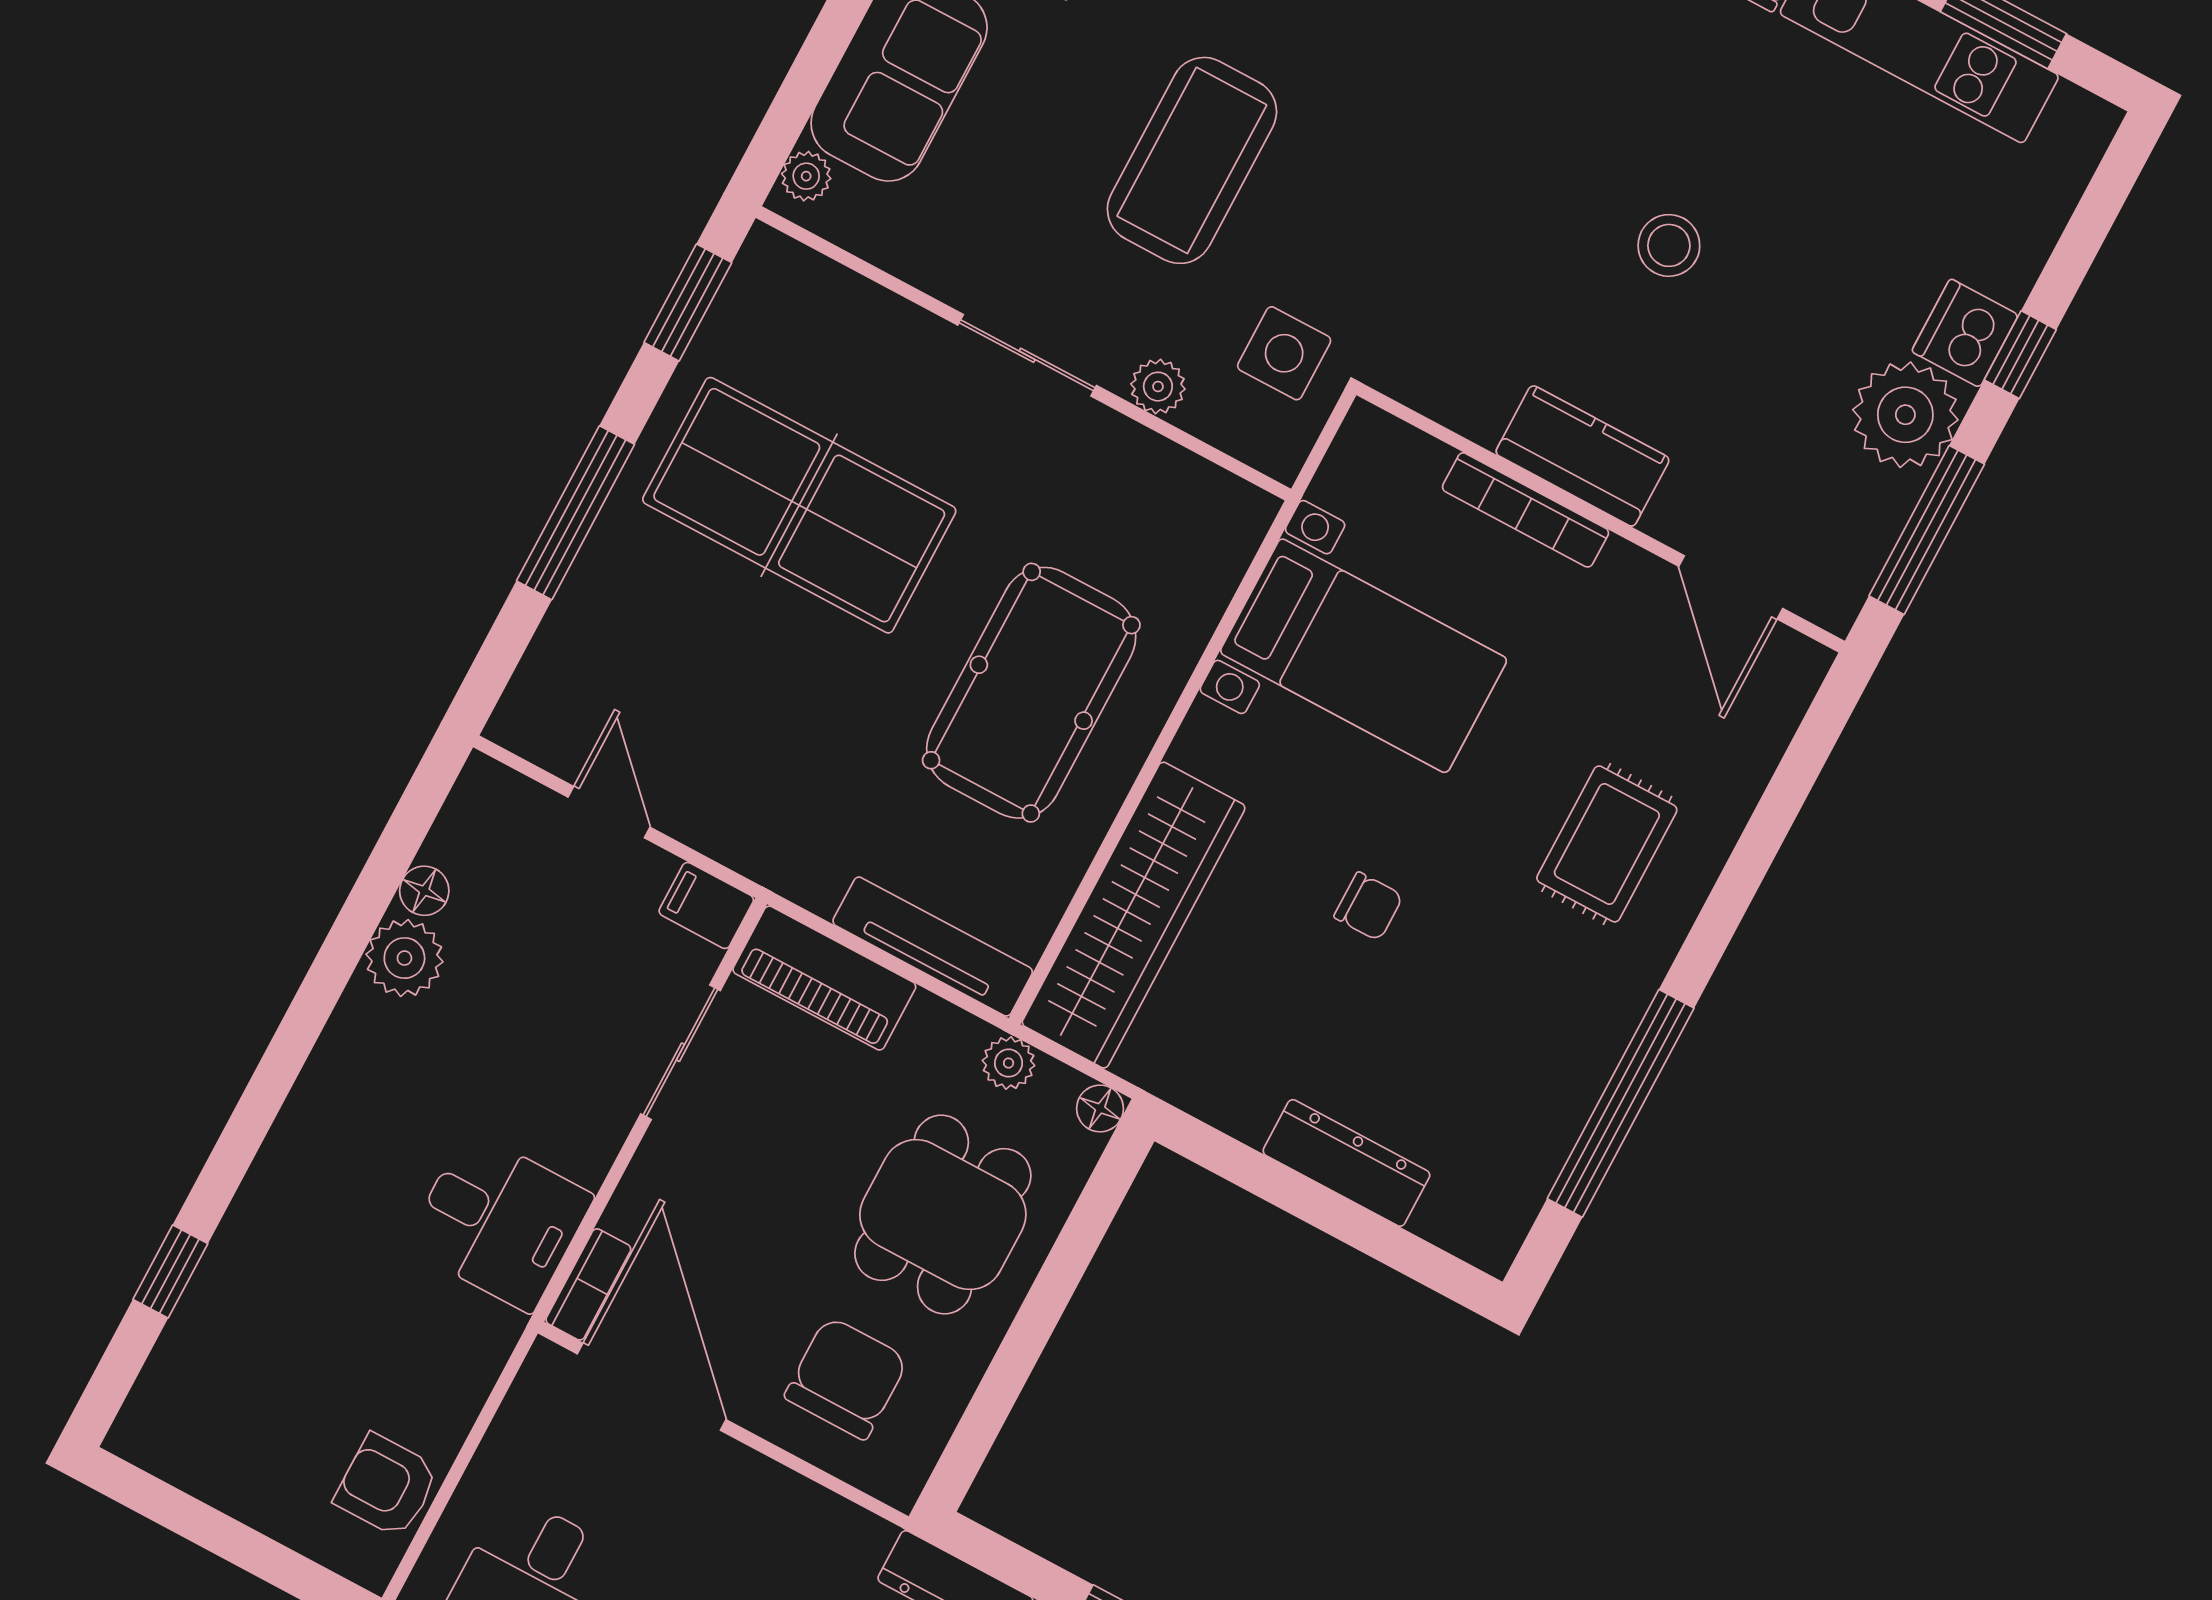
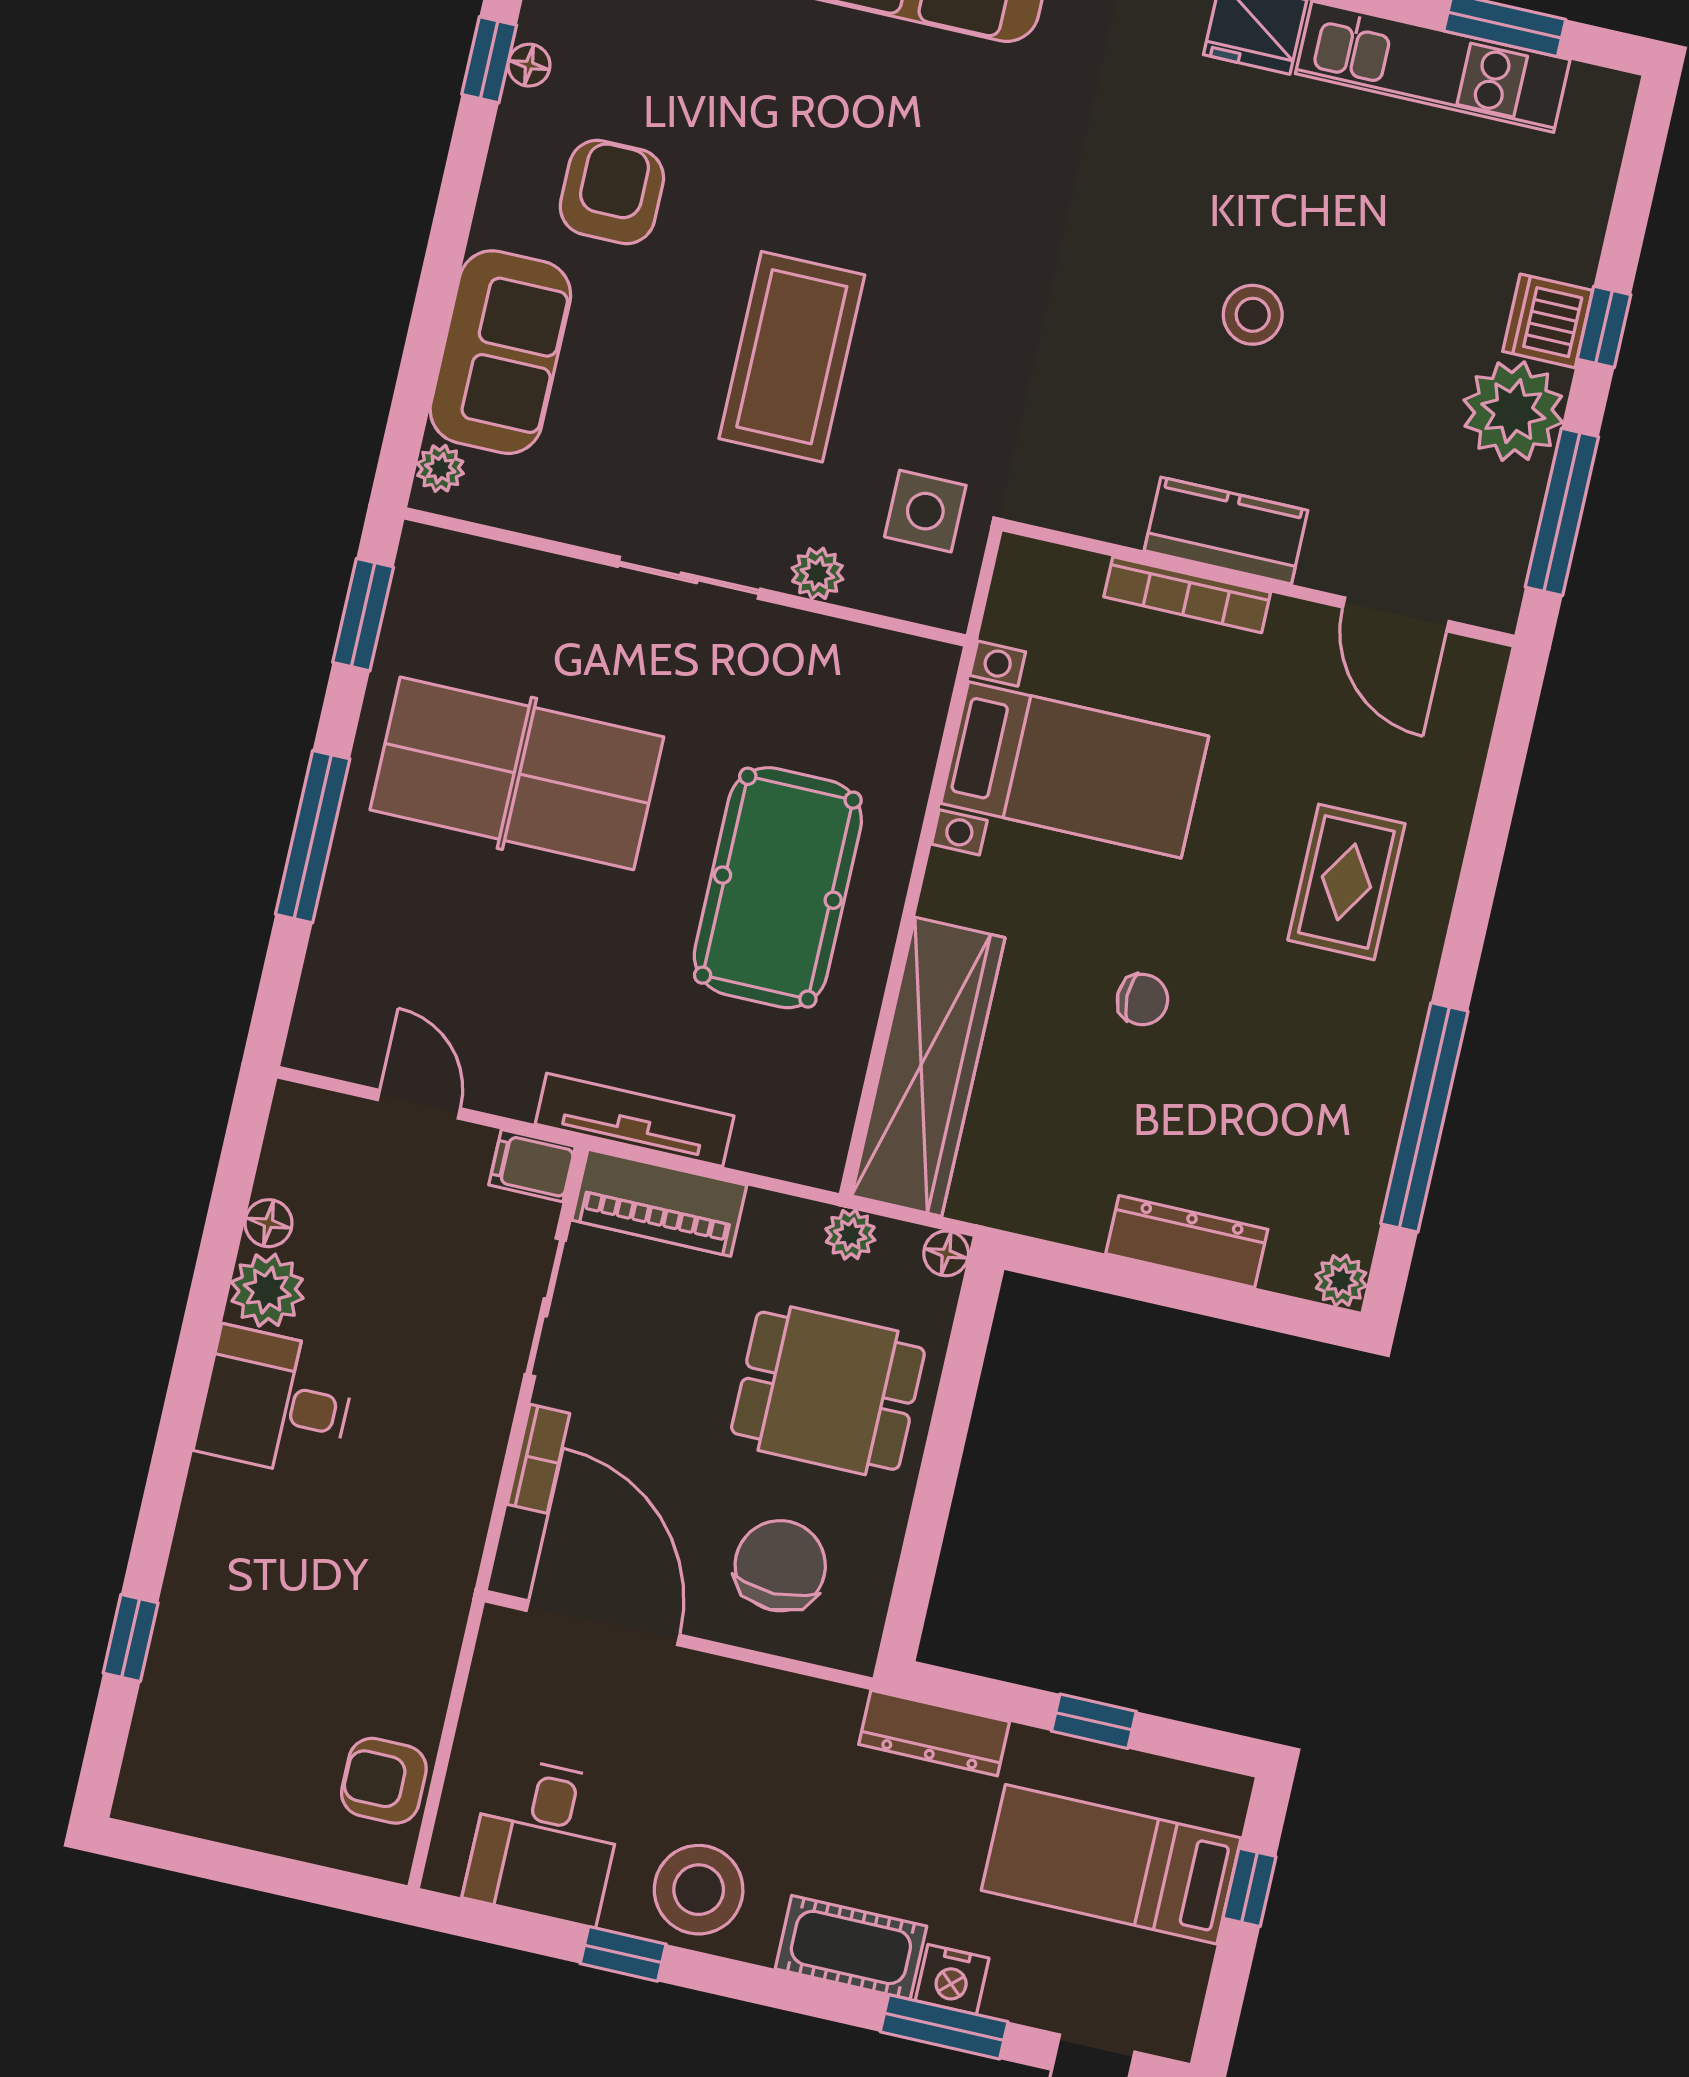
tv unit: (933, 947) -> (635, 1120), moved
dining table: (943, 1215) -> (828, 1391), turned 90
desk: (499, 1221) -> (276, 1402), moved, turned 180
plant: (1491, 1245) -> (1341, 1280), added
bookcase: (588, 1284) -> (538, 1459), moved

